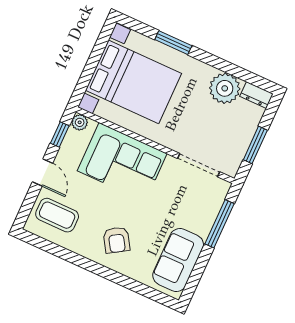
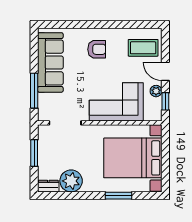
plant: (80, 122) -> (156, 91), moved
armchair: (116, 240) -> (97, 49), turned 122
sofa: (178, 260) -> (50, 62), width x1.36

